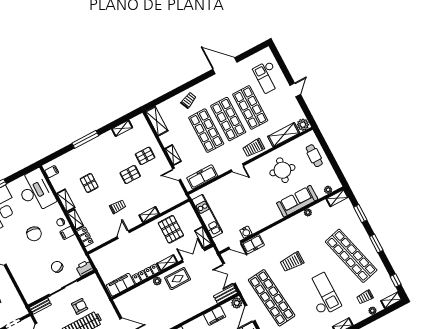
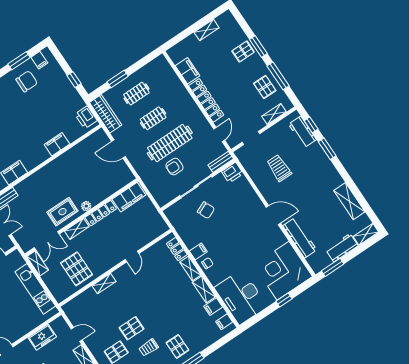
freezer: (202, 177) -> (42, 337), width x0.71
pallet: (89, 183) -> (177, 346), moved
filing cabinet: (60, 185) -> (213, 307), added
trolley: (118, 207) -> (149, 348), moved
chair: (34, 234) -> (237, 246), removed
printer: (84, 268) -> (232, 173), moved

